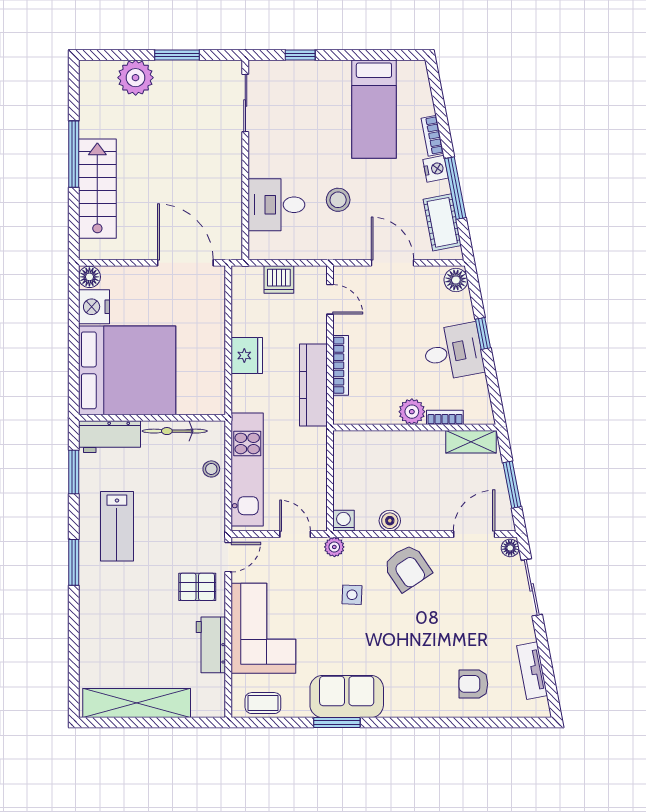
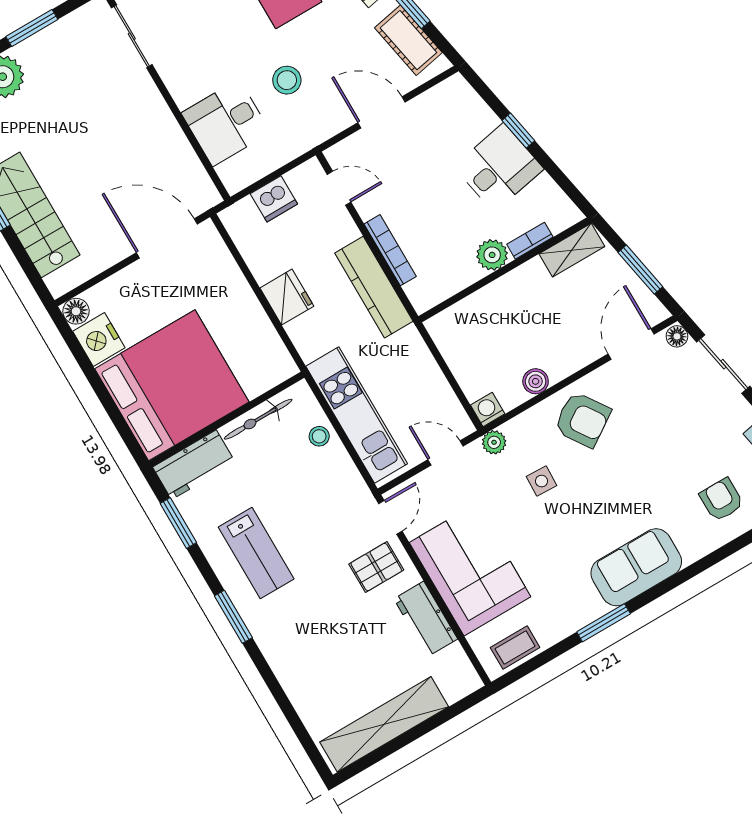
floor lamp: (456, 280) -> (458, 92), removed
armchair: (473, 684) -> (722, 500), turned 90
sofa: (347, 696) -> (636, 567), moved

